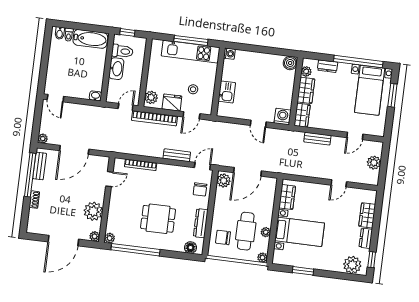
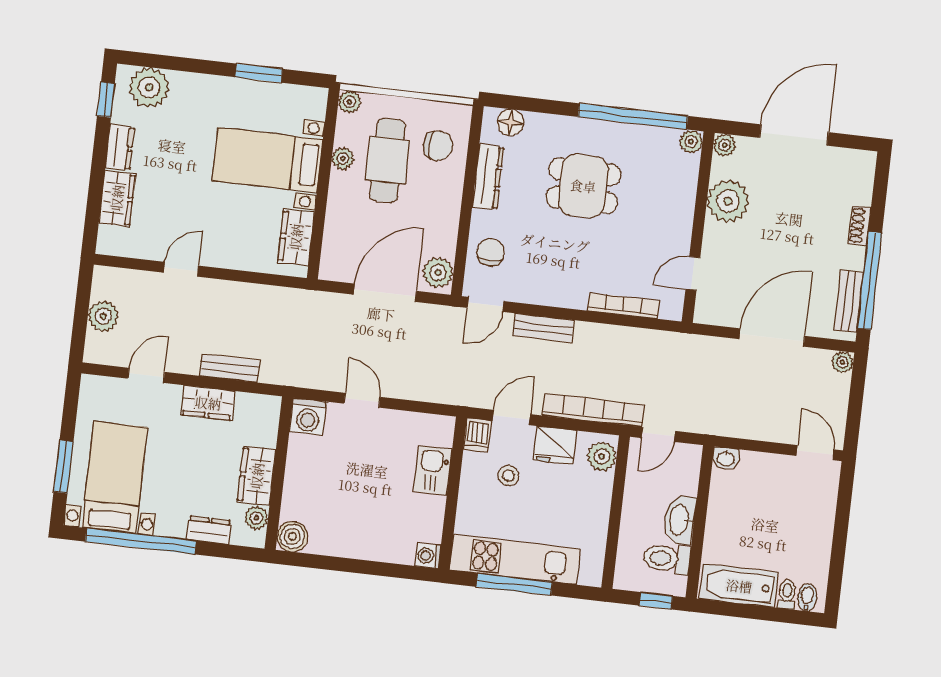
dishwasher: (207, 107) -> (477, 435), added
wardrobe: (302, 115) -> (208, 403), moved, turned -90

